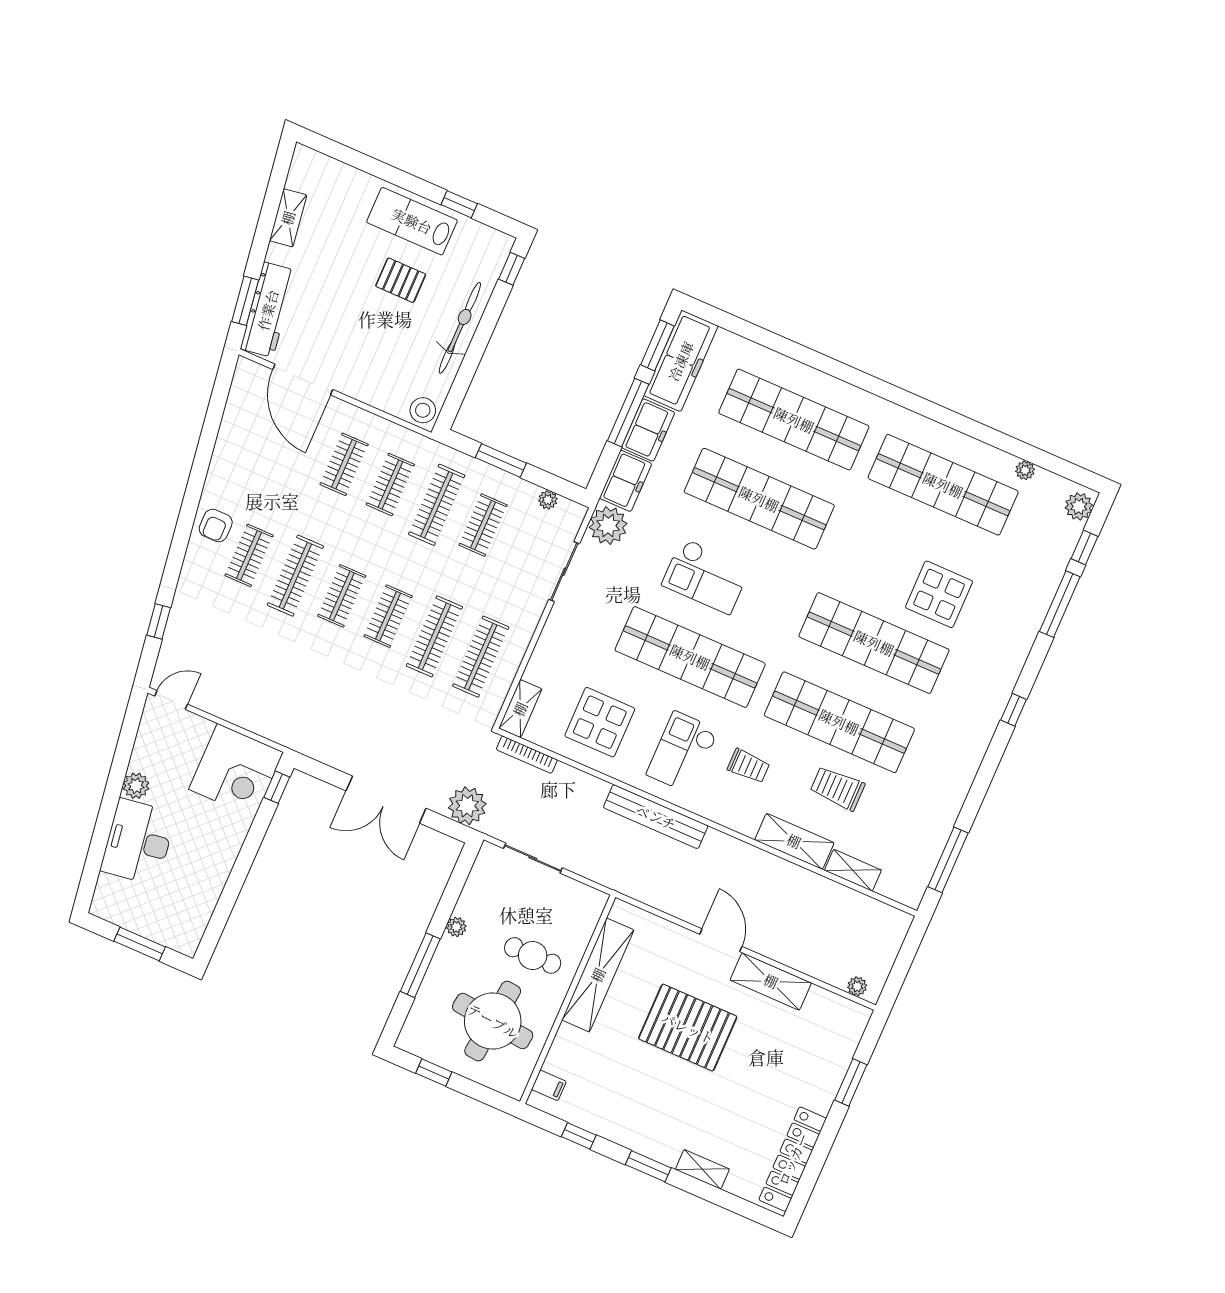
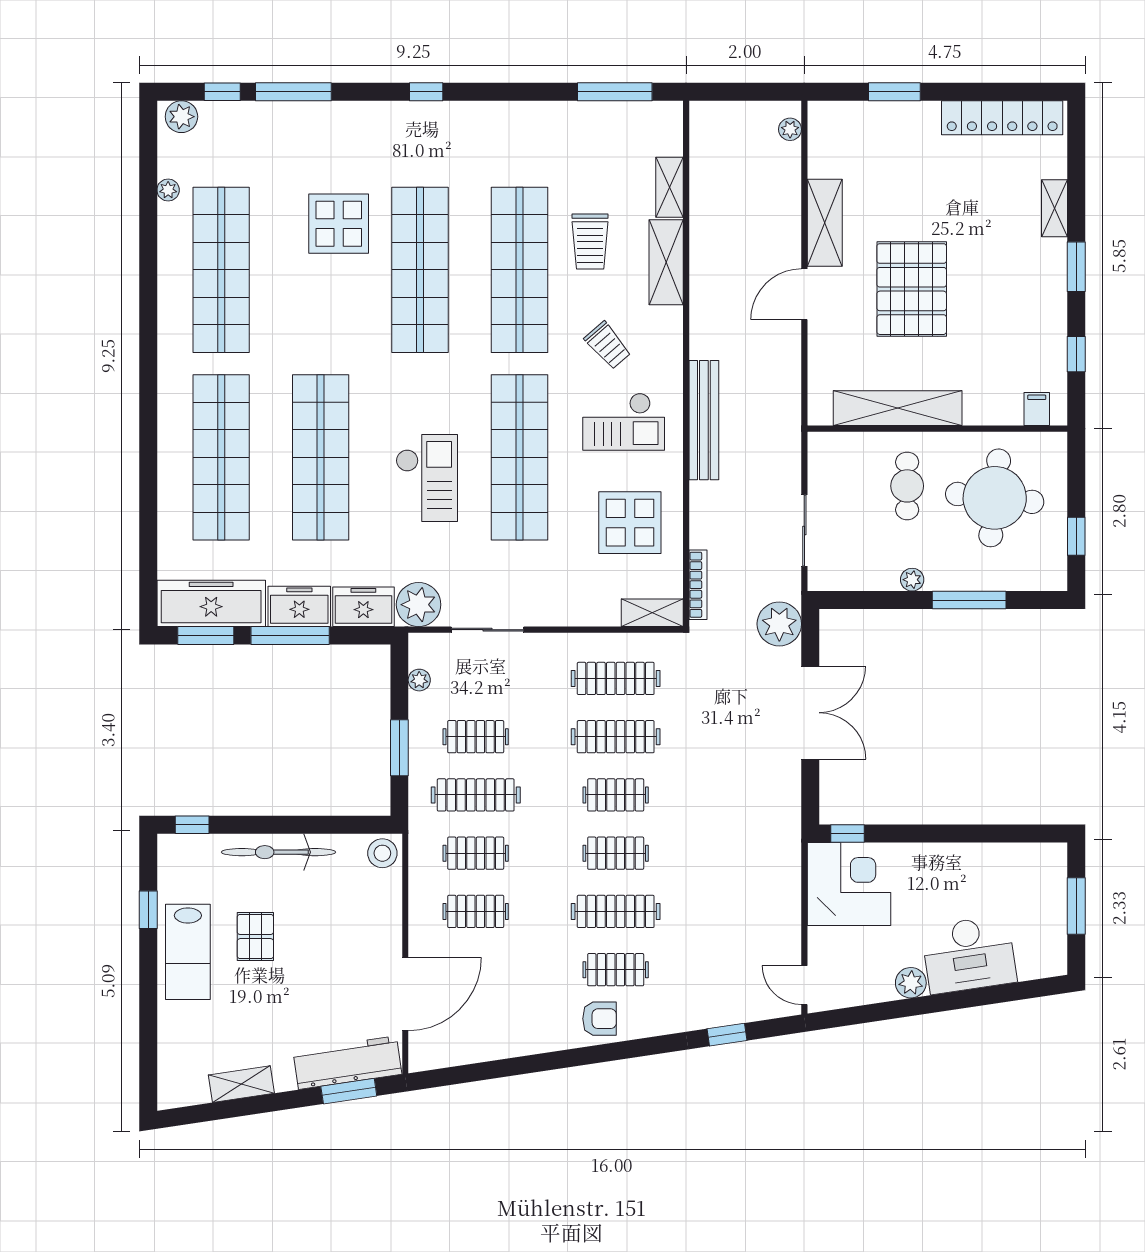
trolley: (749, 766) -> (608, 345), turned 139

